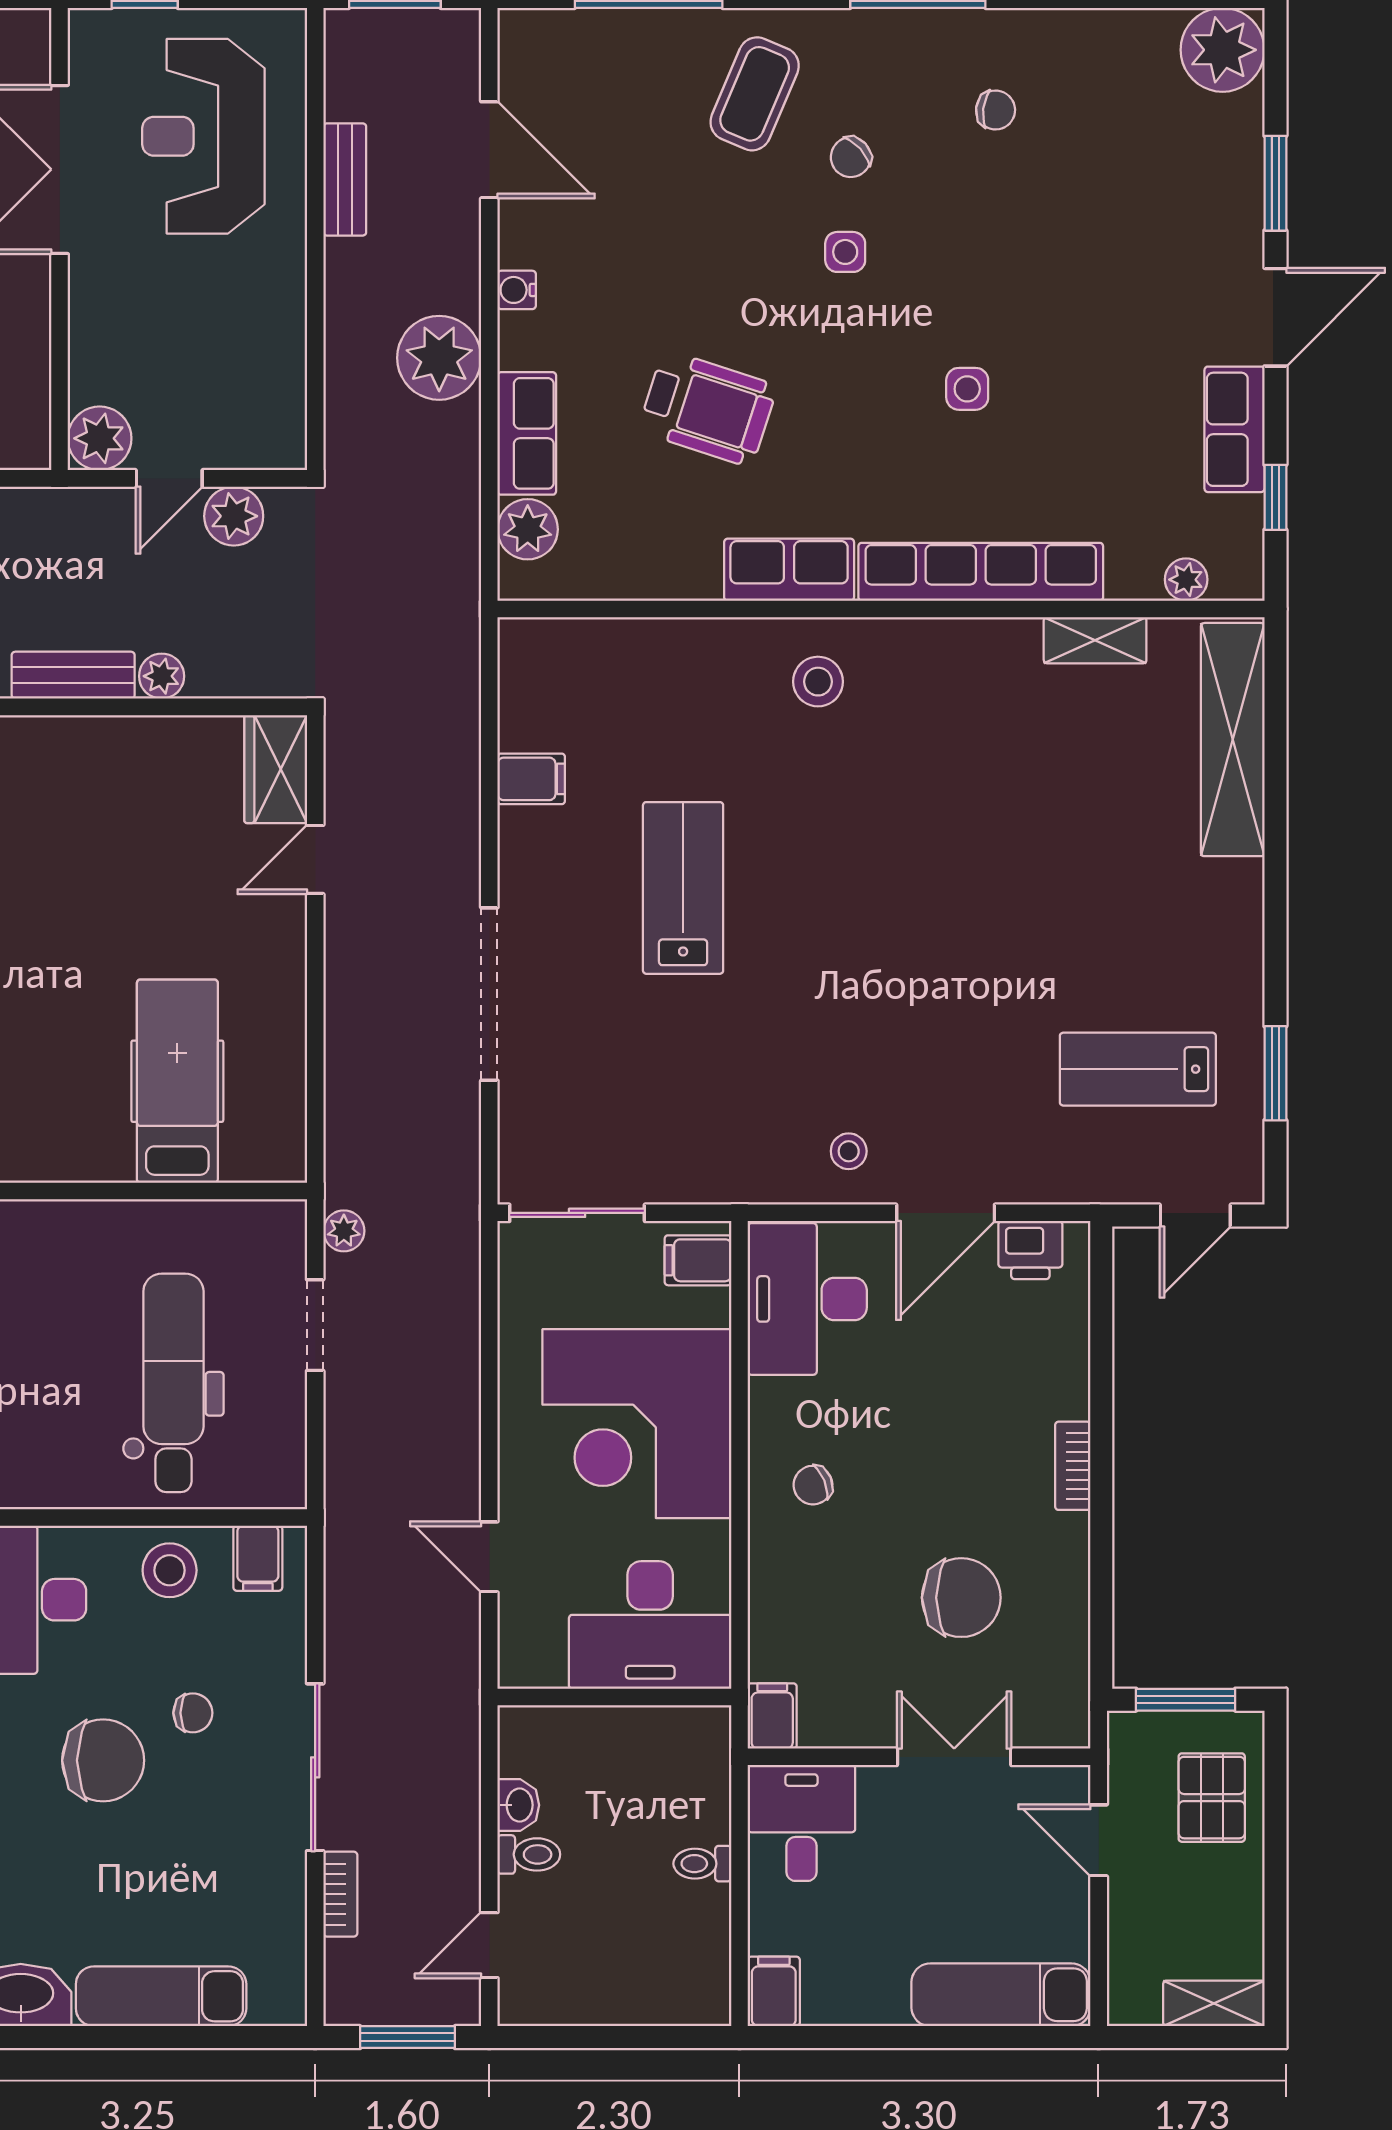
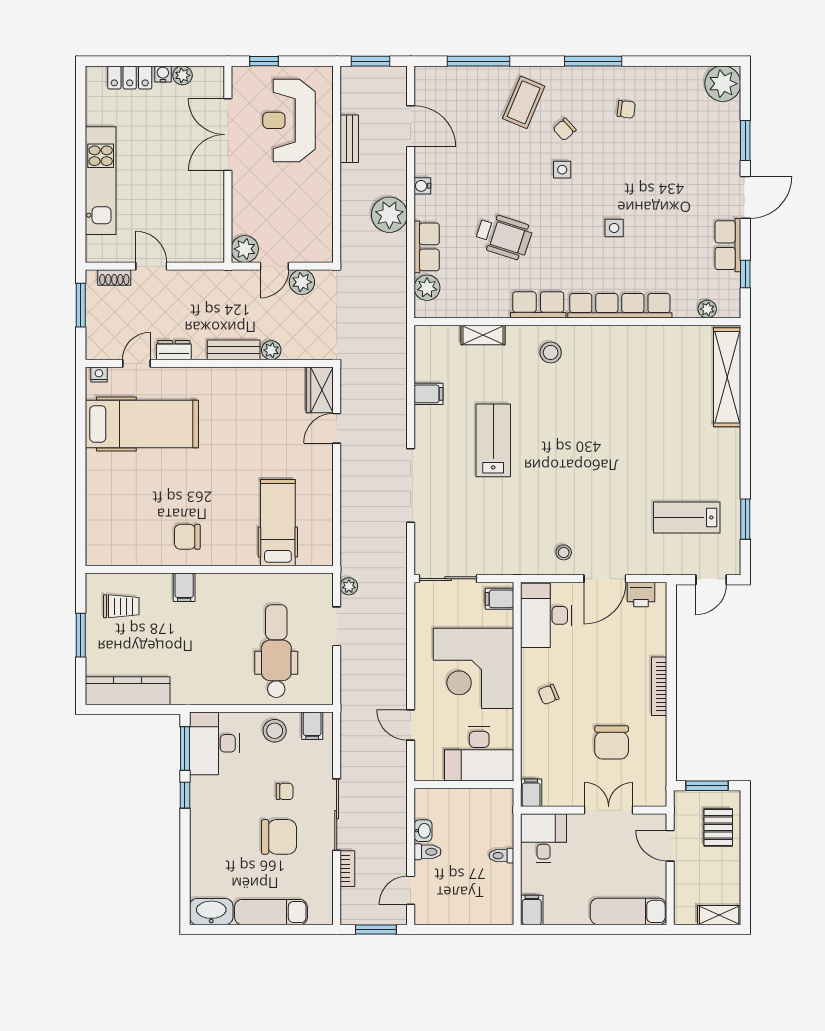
shelving: (1095, 640) -> (483, 335), moved
bookcase: (1073, 1466) -> (659, 686), width x1.56
chair: (961, 1598) -> (612, 742), turned 90
chair: (103, 1760) -> (279, 837), moved

